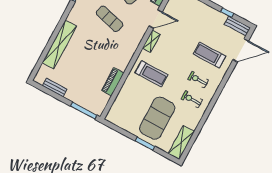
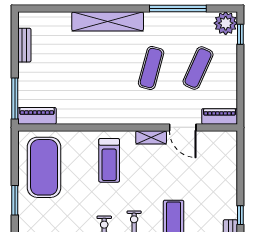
shelving: (59, 44) -> (108, 21), moved
piano: (113, 82) -> (37, 116), moved
exercise mat: (157, 118) -> (44, 167), moved, turned 90

